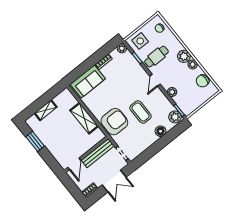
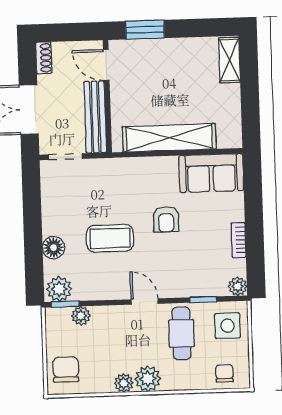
chair: (203, 81) -> (66, 369), moved
sofa: (88, 82) -> (211, 173), moved, turned -90
plant: (172, 92) -> (81, 316), moved
shelving: (46, 110) -> (229, 60), moved
shelving: (84, 118) -> (169, 138), width x1.47
armchair: (114, 122) -> (166, 219), moved, width x0.53, depth x0.53
window: (35, 141) -> (145, 30), moved

